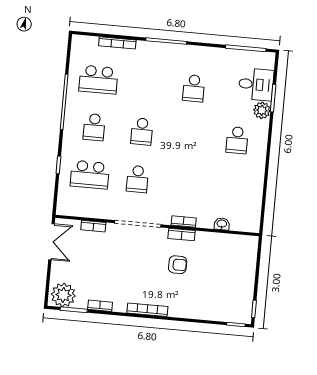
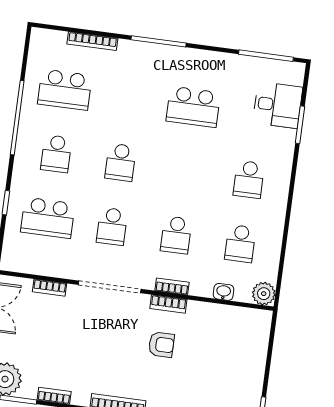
school desk: (194, 88) -> (193, 107), width x1.85
plant: (262, 110) -> (264, 294), moved
school desk: (185, 183) -> (176, 235), added
school desk: (233, 188) -> (240, 244), added

